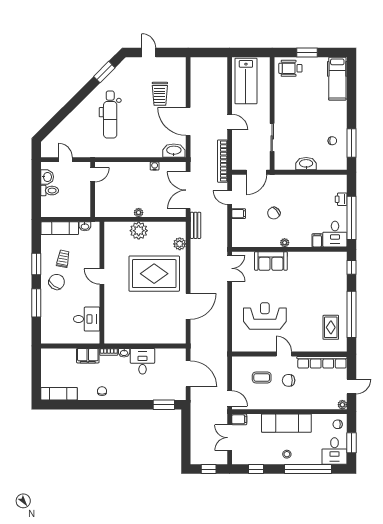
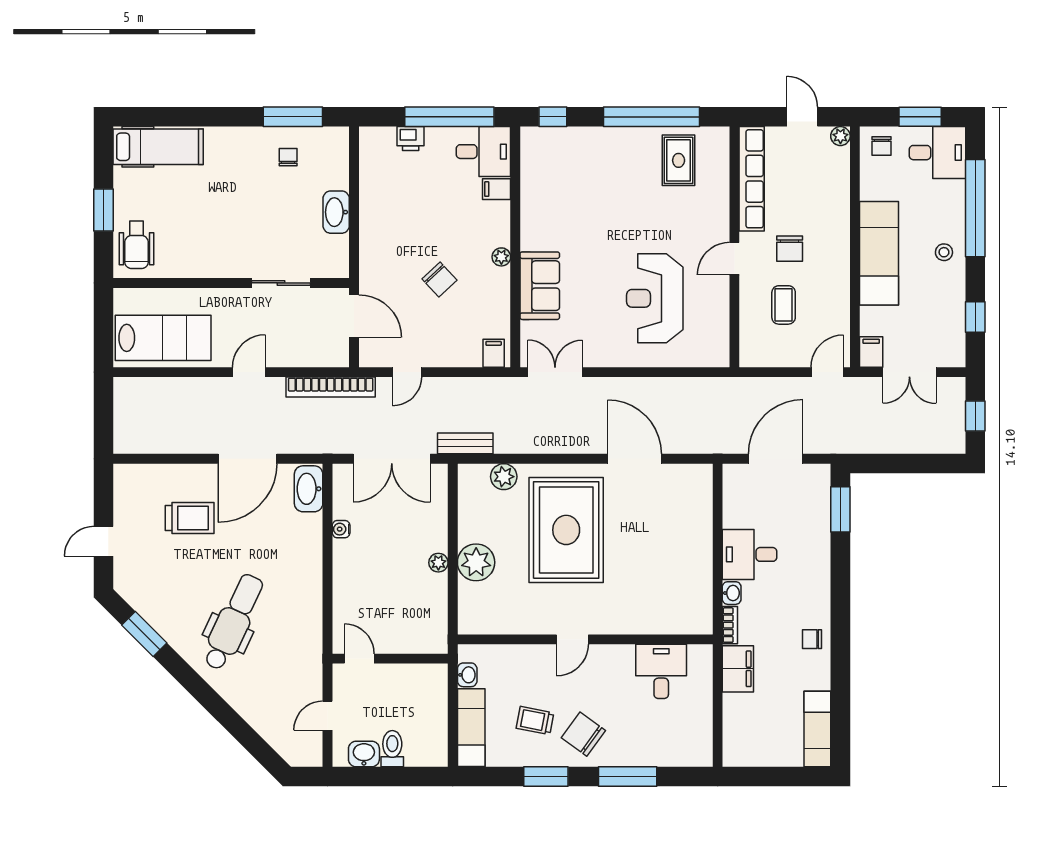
dental chair: (110, 115) -> (233, 622), turned -65
filing cabinet: (239, 214) -> (494, 353), moved
rug: (331, 327) -> (679, 160), turned 90

